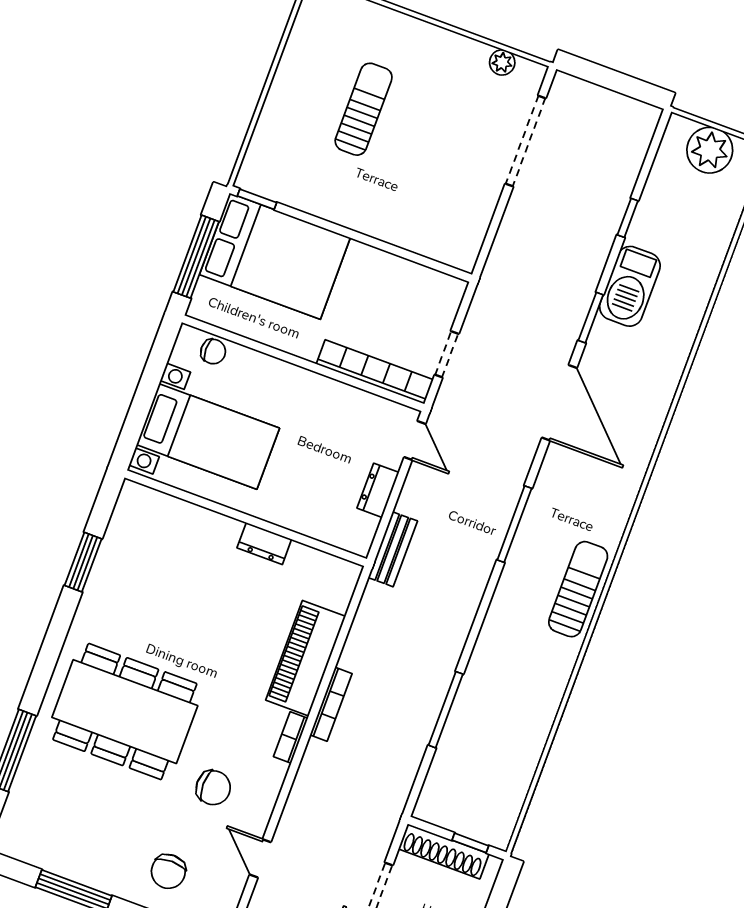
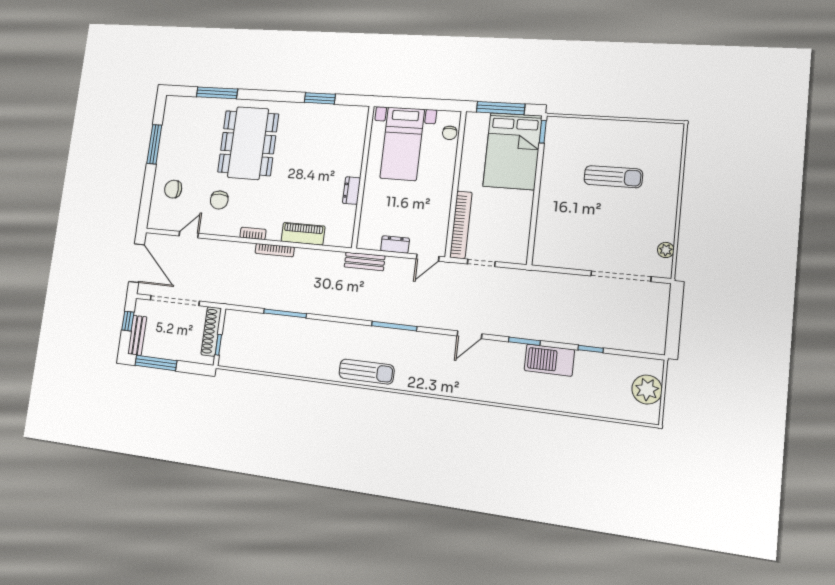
door: (559, 403) -> (470, 335), width x0.53
piano: (306, 658) -> (303, 234), width x0.73, depth x0.75

